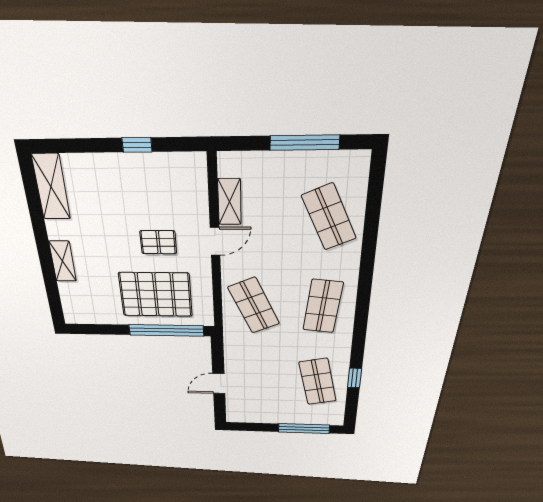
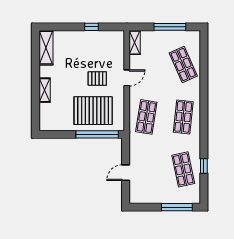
shelving: (229, 202) -> (135, 43), moved
shop shelf: (254, 305) -> (146, 117), turned 33

